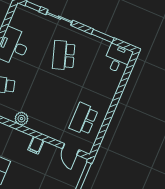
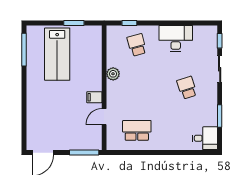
school desk: (64, 55) -> (187, 88), width x0.54
door: (71, 149) -> (104, 117), moved

